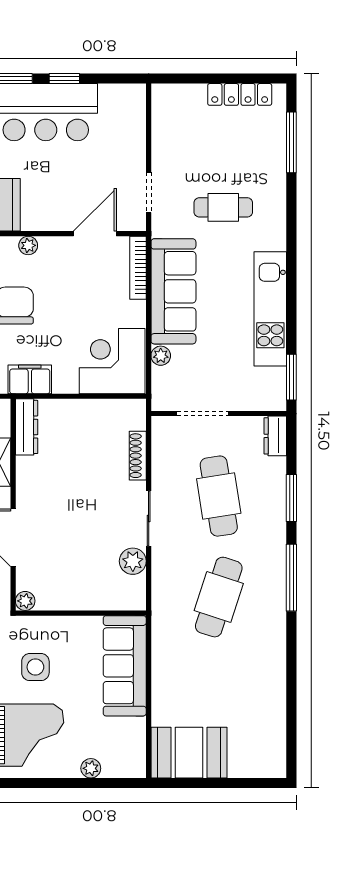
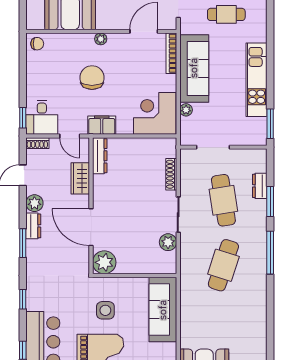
dresser: (275, 436) -> (260, 186), moved
plant: (25, 601) -> (104, 262), width x1.88, depth x1.88

